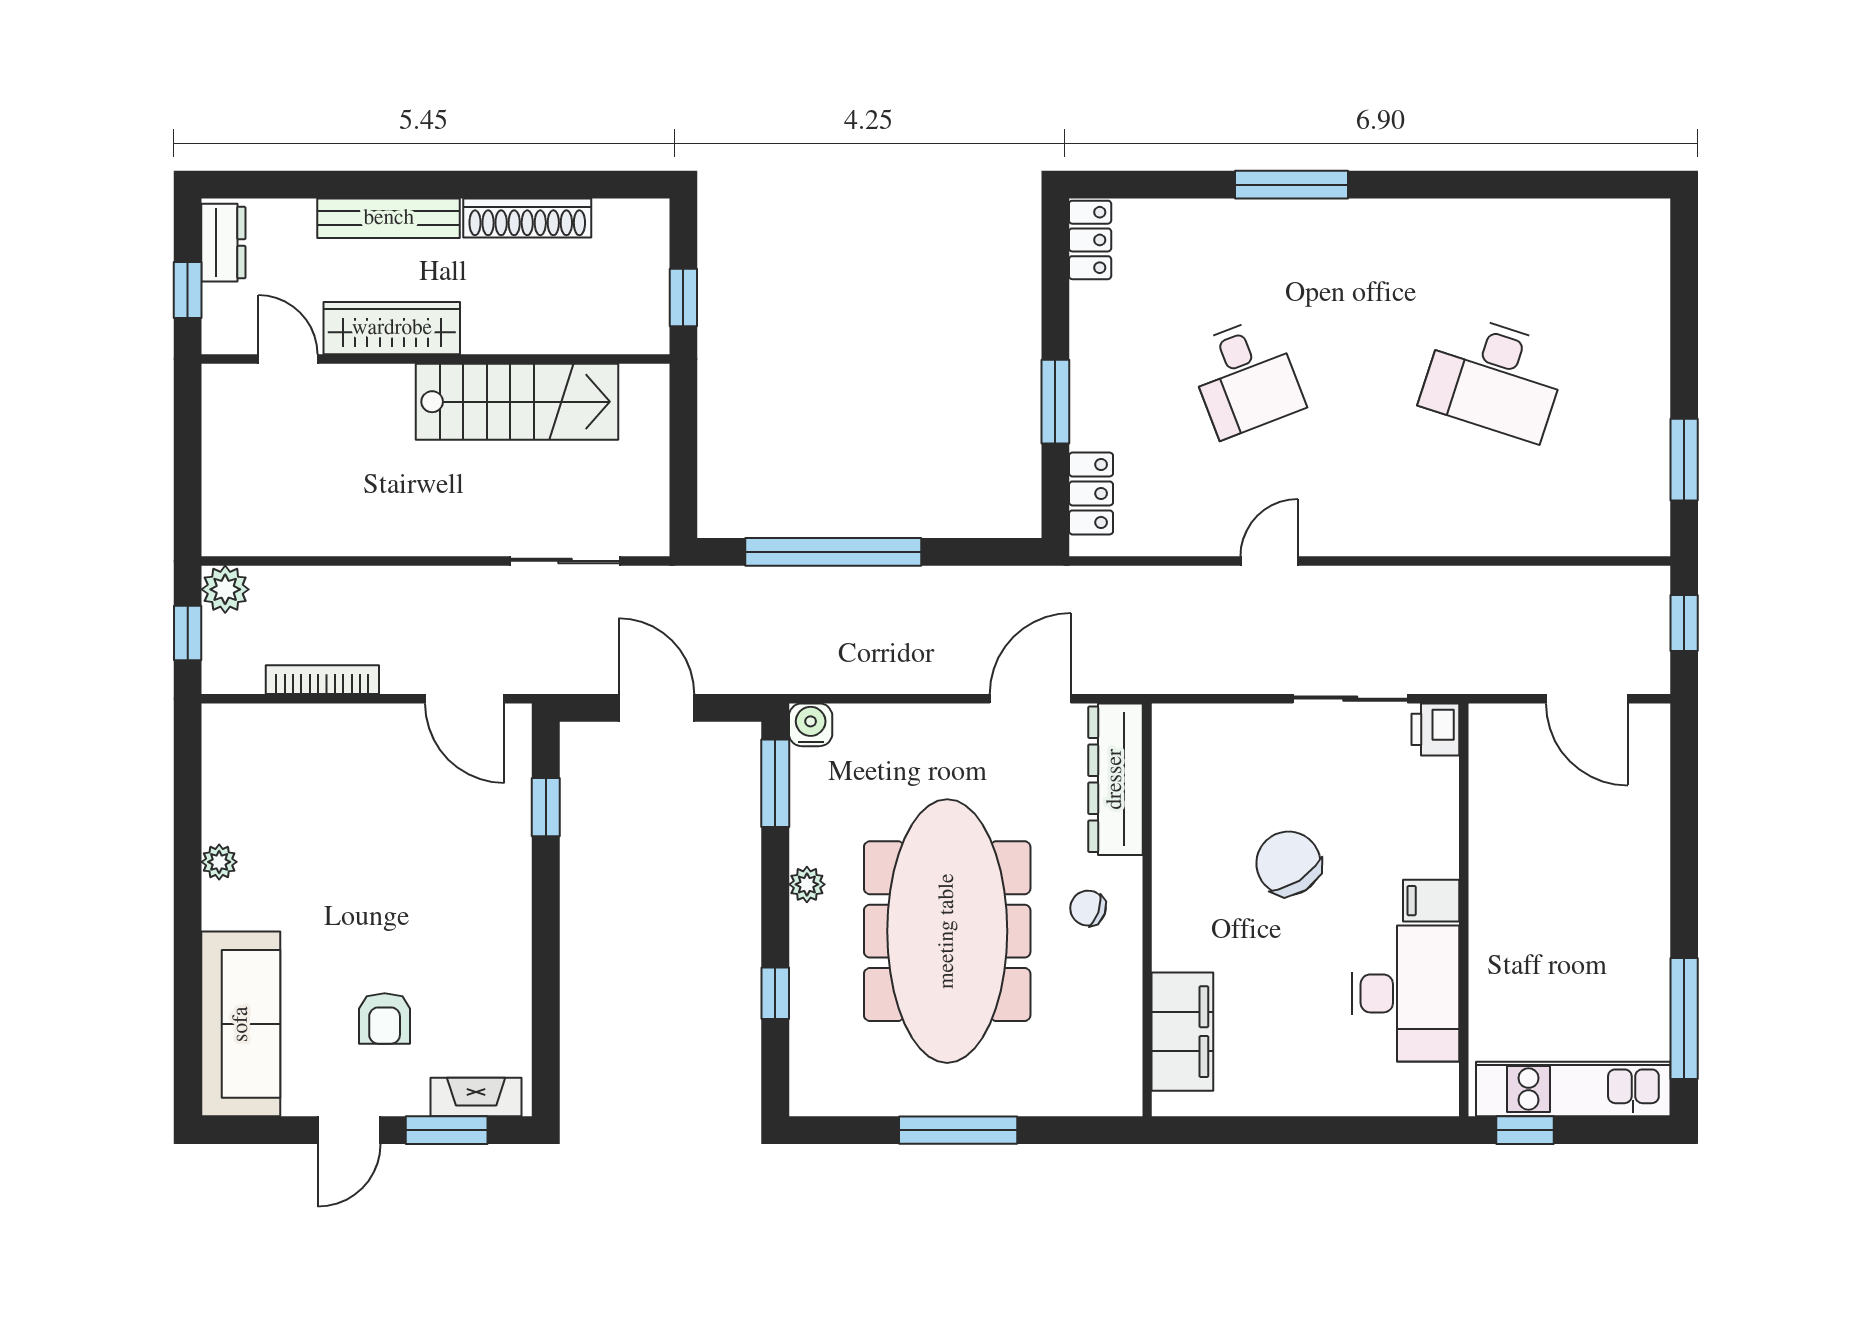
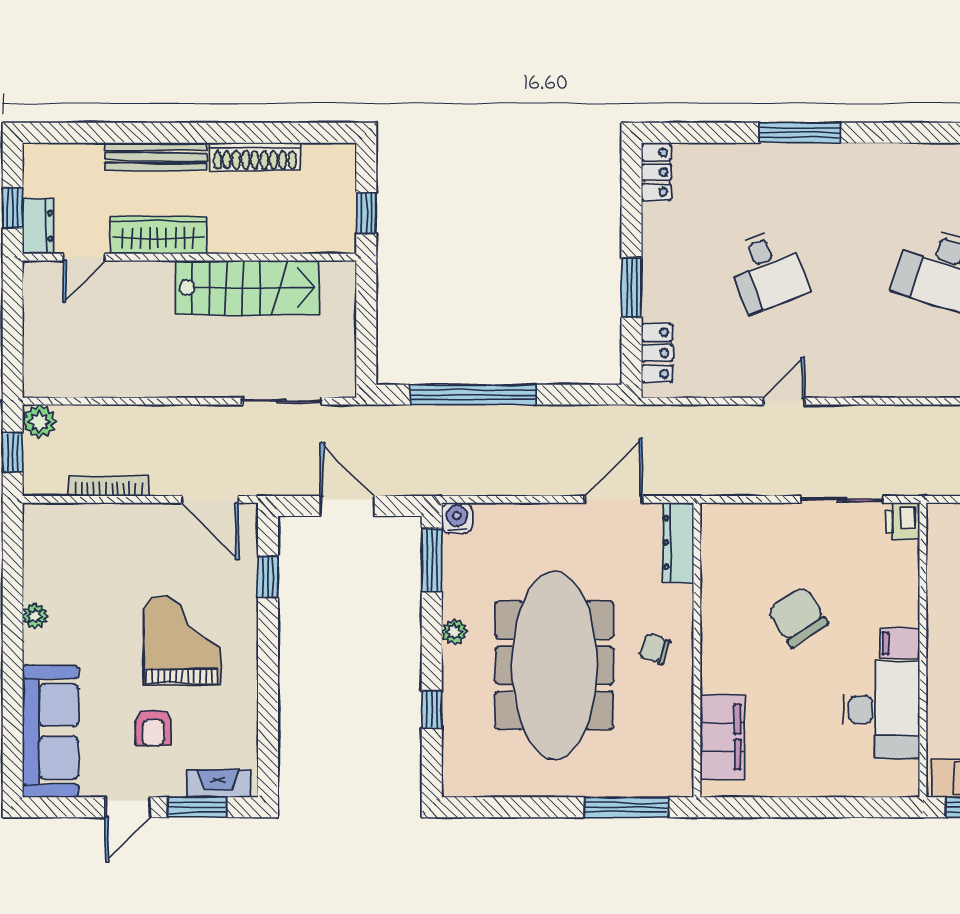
dresser: (223, 243) -> (38, 226), moved
door: (288, 359) -> (84, 257), swing flipped
dresser: (1115, 779) -> (678, 542), width x0.73, depth x0.80
grand piano: (425, 896) -> (182, 640), added
window: (958, 1130) -> (626, 807), moved

